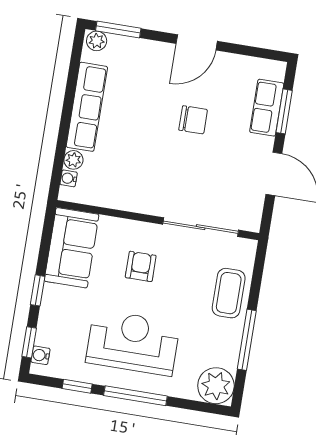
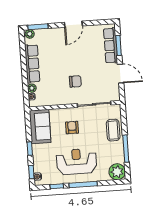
row of seats: (267, 108) -> (111, 45), width x1.48
chair: (193, 120) -> (75, 81), moved

